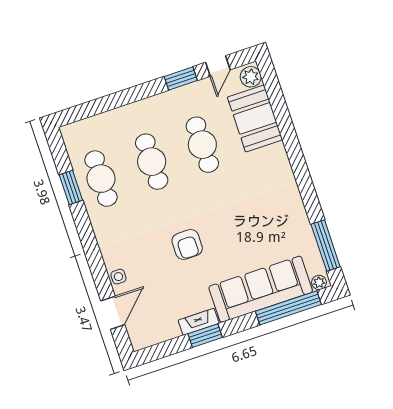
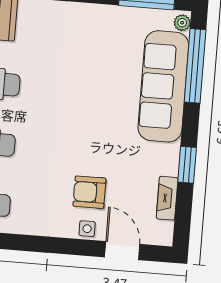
armchair: (187, 245) -> (89, 192), moved, turned 180
fireplace: (199, 322) -> (167, 198), moved

